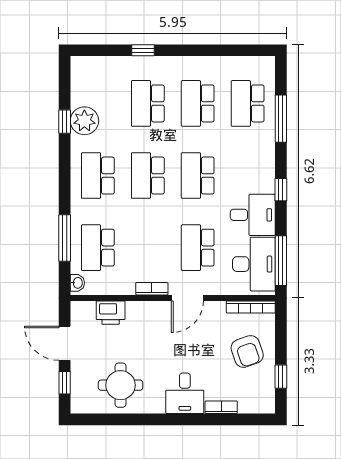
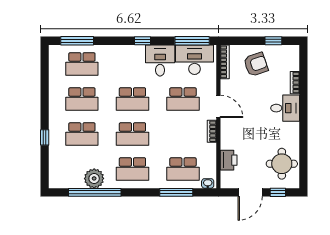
window: (281, 119) -> (77, 41), moved
window: (65, 122) -> (95, 192), width x3.17
round table: (121, 385) -> (282, 164), moved

